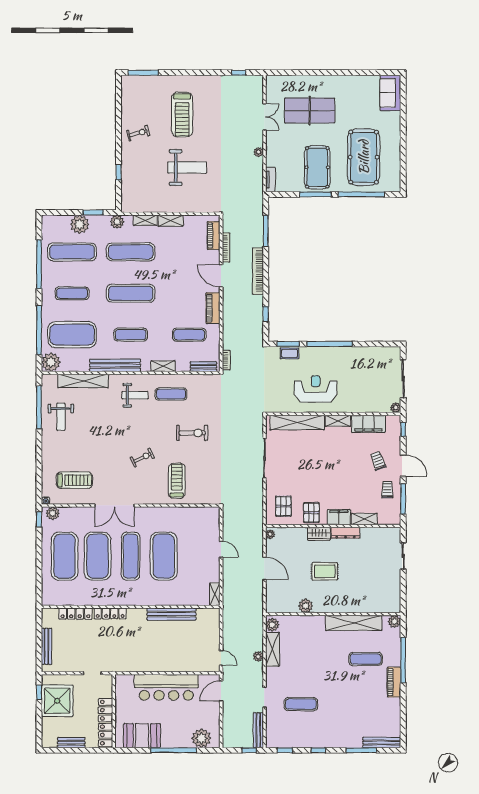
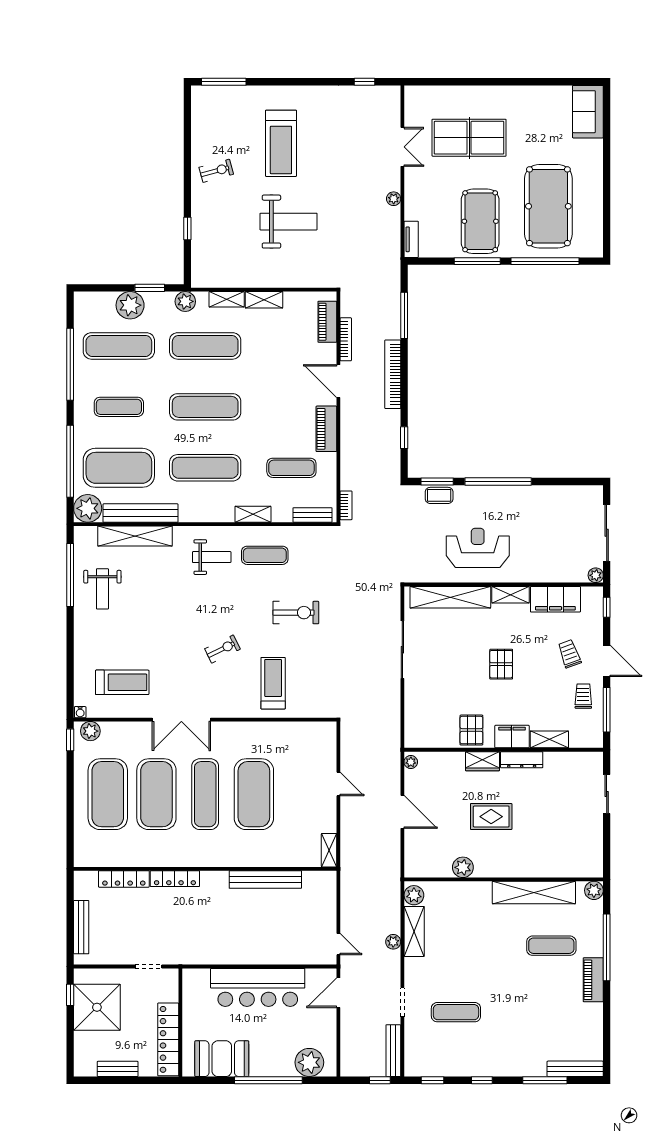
exercise mat: (131, 335) -> (205, 468), width x1.36, depth x1.45
bench: (115, 365) -> (140, 513), moved
pallet: (283, 506) -> (501, 664), moved

